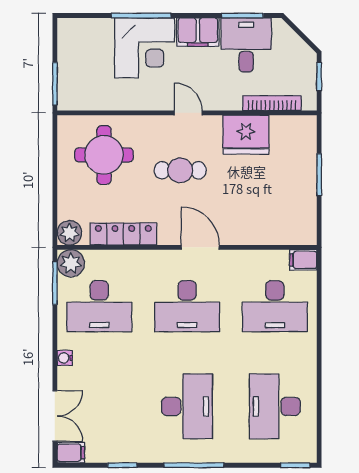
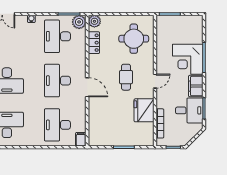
locker: (123, 234) -> (94, 43), width x0.66
door: (200, 247) -> (87, 87), hinge flipped

